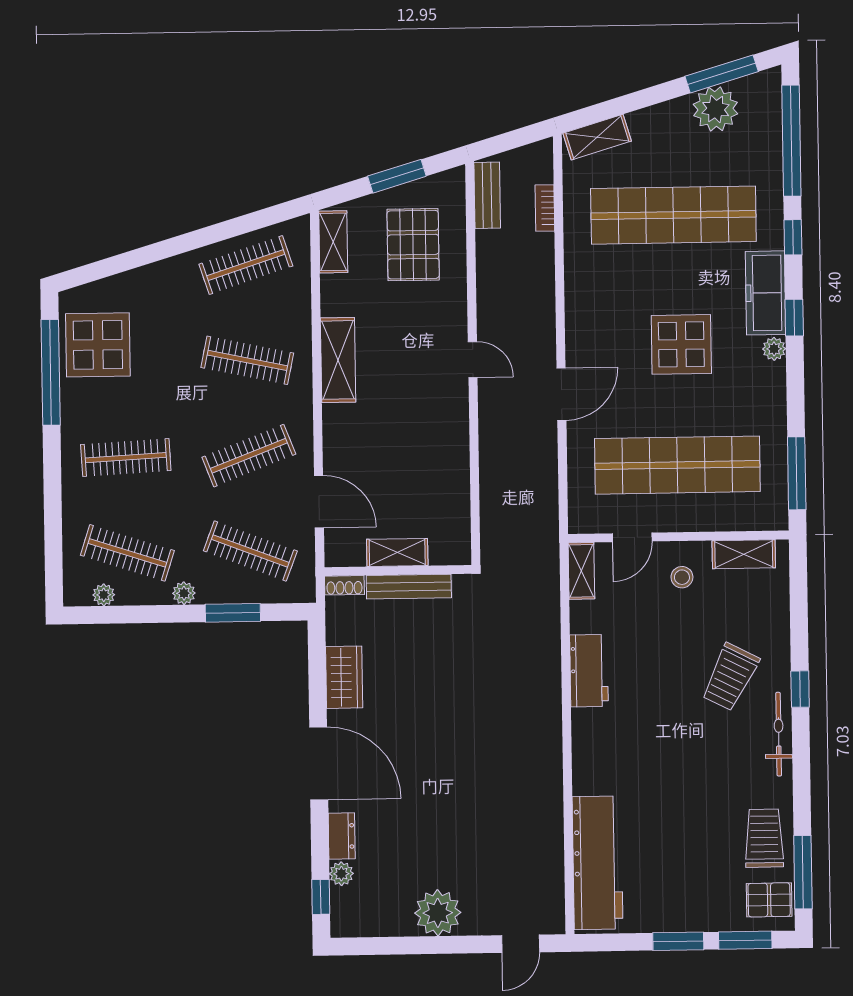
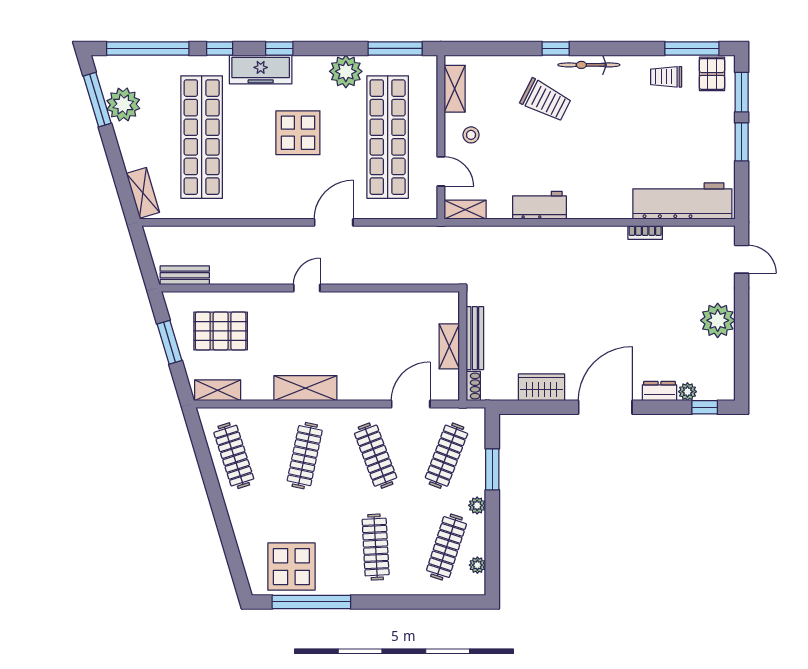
bookcase: (545, 208) -> (645, 233), moved
plant: (774, 349) -> (346, 71), moved, width x1.88, depth x1.88
door: (561, 394) -> (334, 222), hinge flipped
trolley: (764, 838) -> (666, 77), width x0.73, depth x0.72

